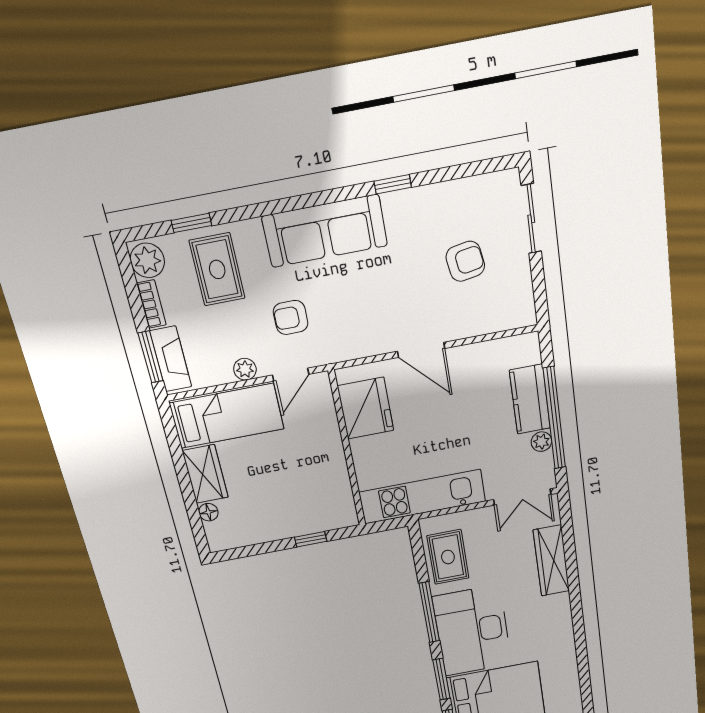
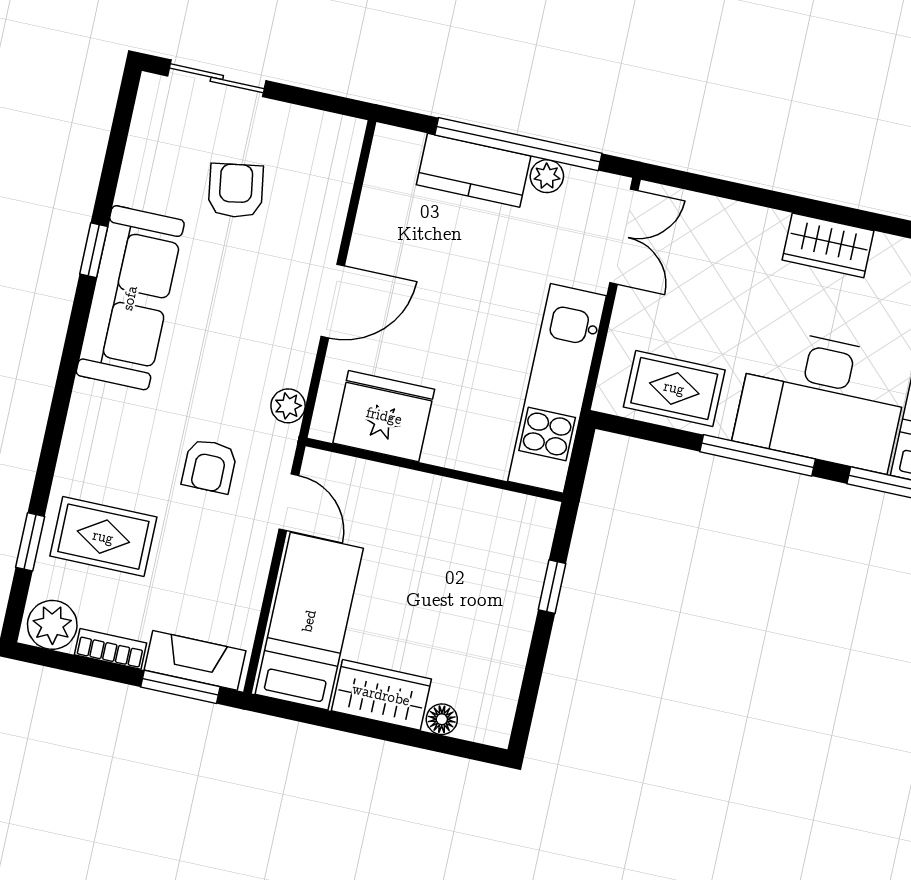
sofa: (325, 231) -> (130, 298), moved
plant: (245, 369) -> (288, 406), moved
wardrobe: (551, 561) -> (828, 245), moved, width x0.67

